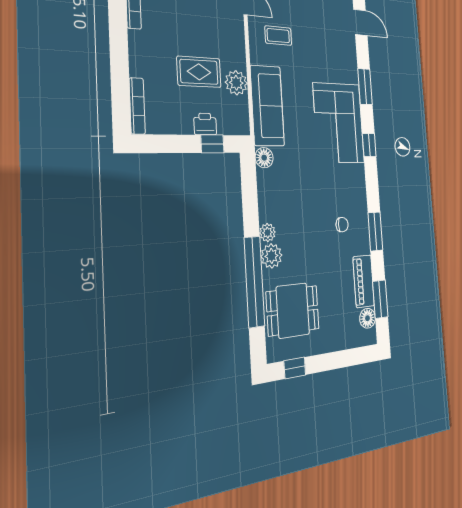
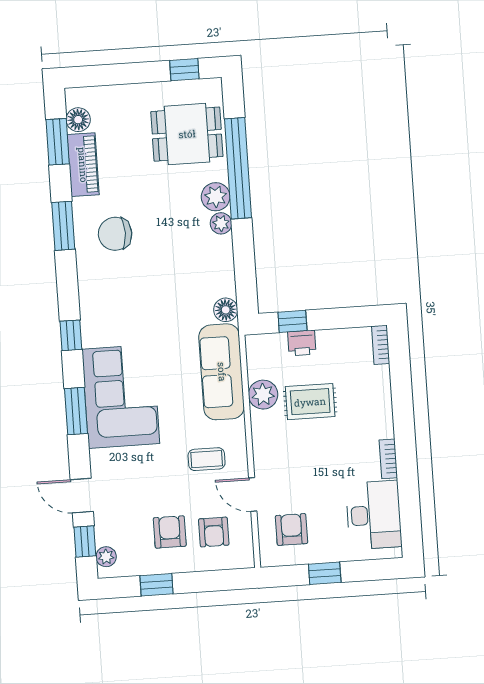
bookcase: (137, 106) -> (381, 345), width x0.64
corner sofa: (339, 123) -> (121, 396), moved
chair: (342, 225) -> (115, 234), width x1.87, depth x1.87

